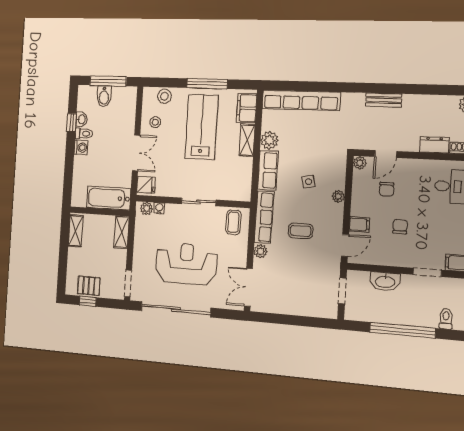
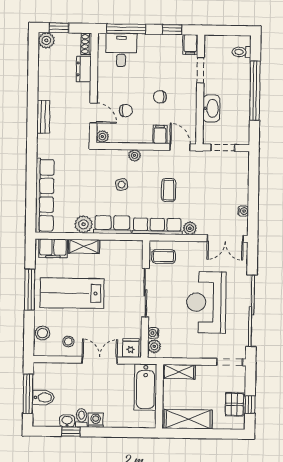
sliding door: (199, 202) -> (145, 293), width x1.37
shelving: (76, 231) -> (188, 419), width x1.50, depth x1.33
water cooler: (275, 308) -> (243, 211), added

